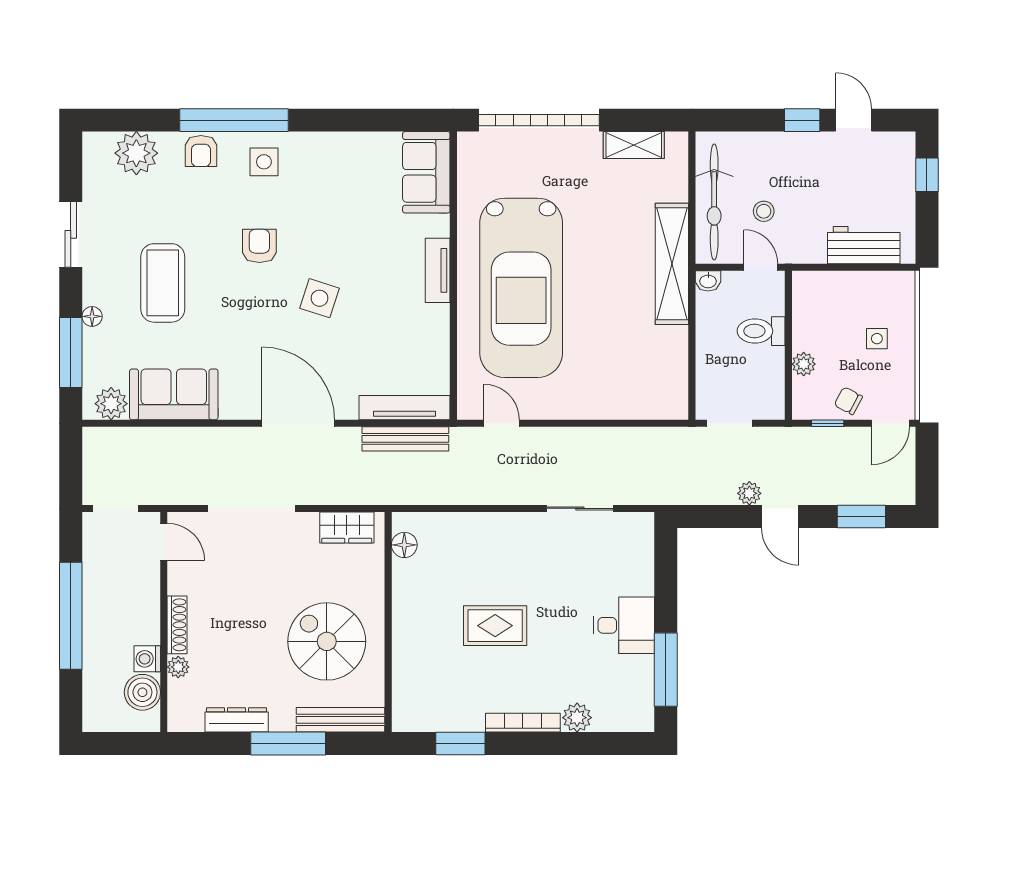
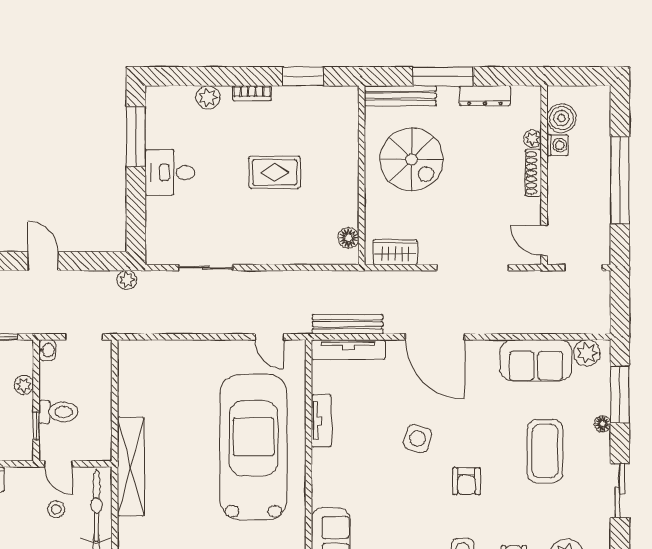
tv unit: (438, 270) -> (321, 421), moved
washbasin: (708, 281) -> (47, 350), moved, turned 90
window: (788, 313) -> (36, 426), added
plant: (749, 493) -> (127, 280), moved
bookcase: (523, 723) -> (252, 93), width x0.64

